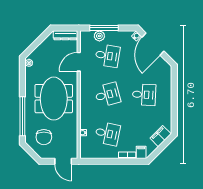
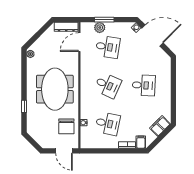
window: (104, 28) -> (104, 20), width x0.69
door: (153, 44) -> (152, 36), swing flipped
door: (79, 62) -> (79, 42), moved
desk: (107, 95) -> (108, 85), turned 39
window: (22, 116) -> (24, 106), width x0.32
chair: (44, 137) -> (66, 126), moved

